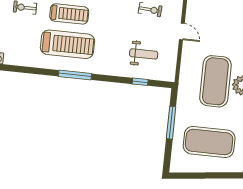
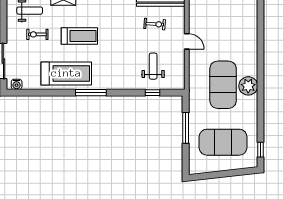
treadmill: (67, 44) -> (66, 73), moved
weight bench: (144, 54) -> (153, 66), turned -90

